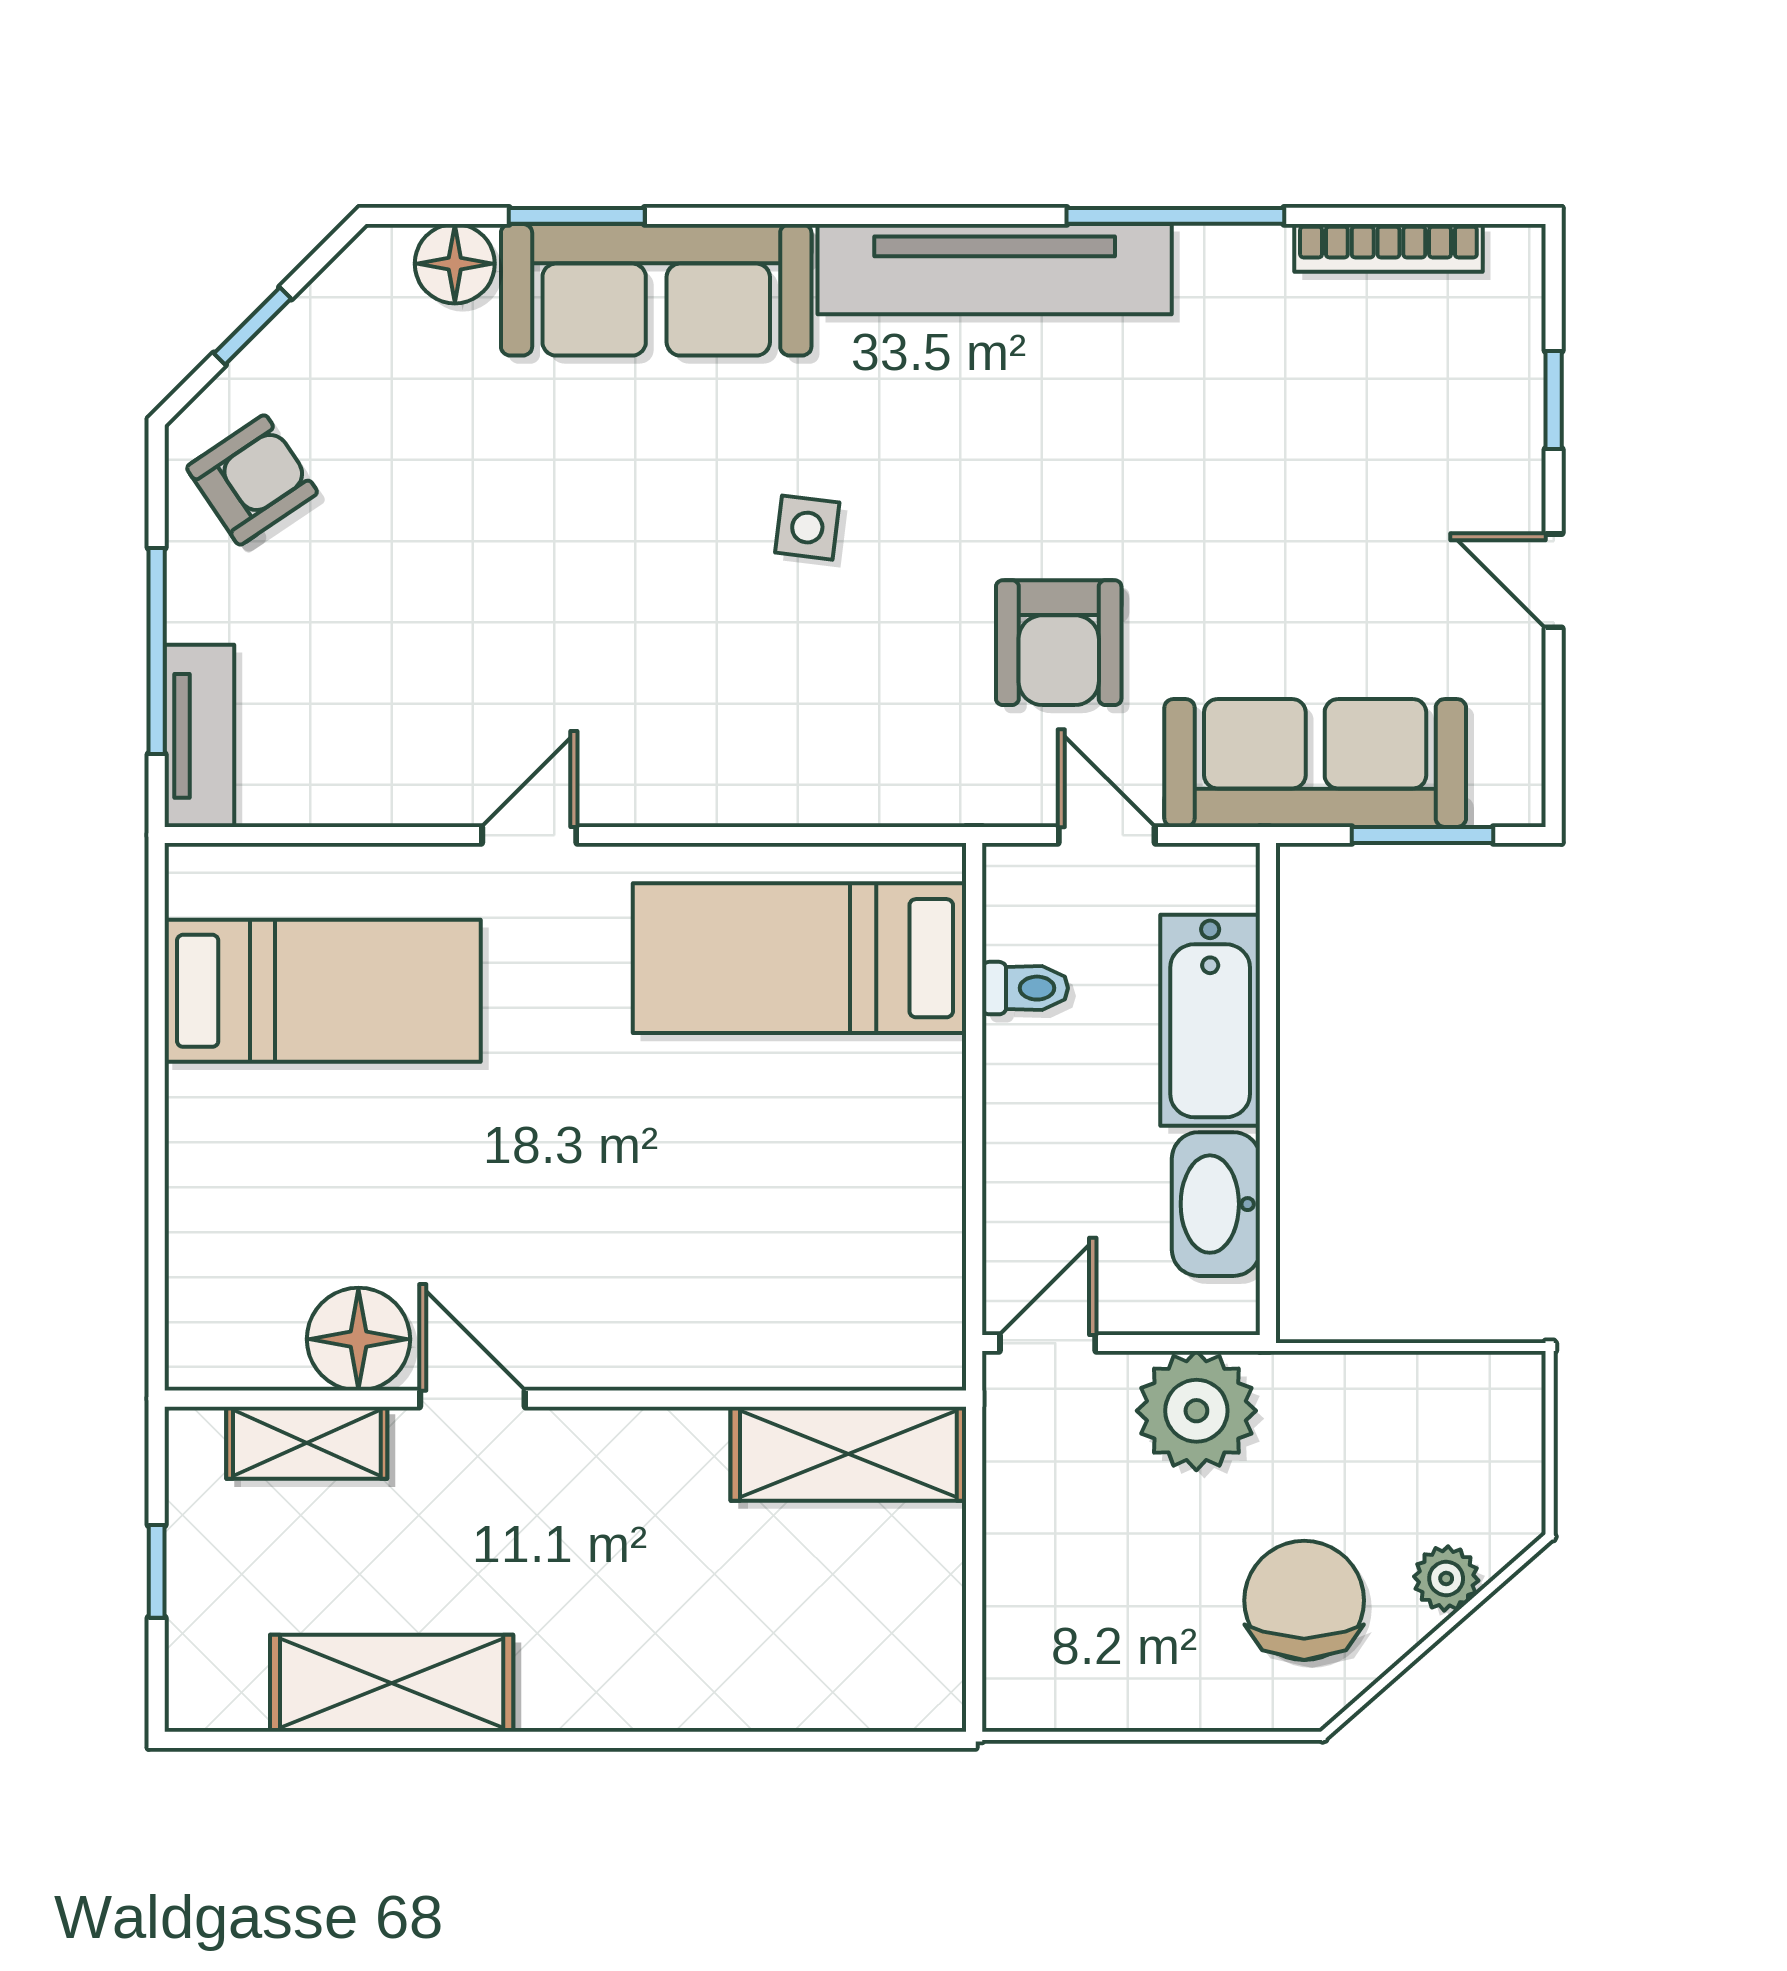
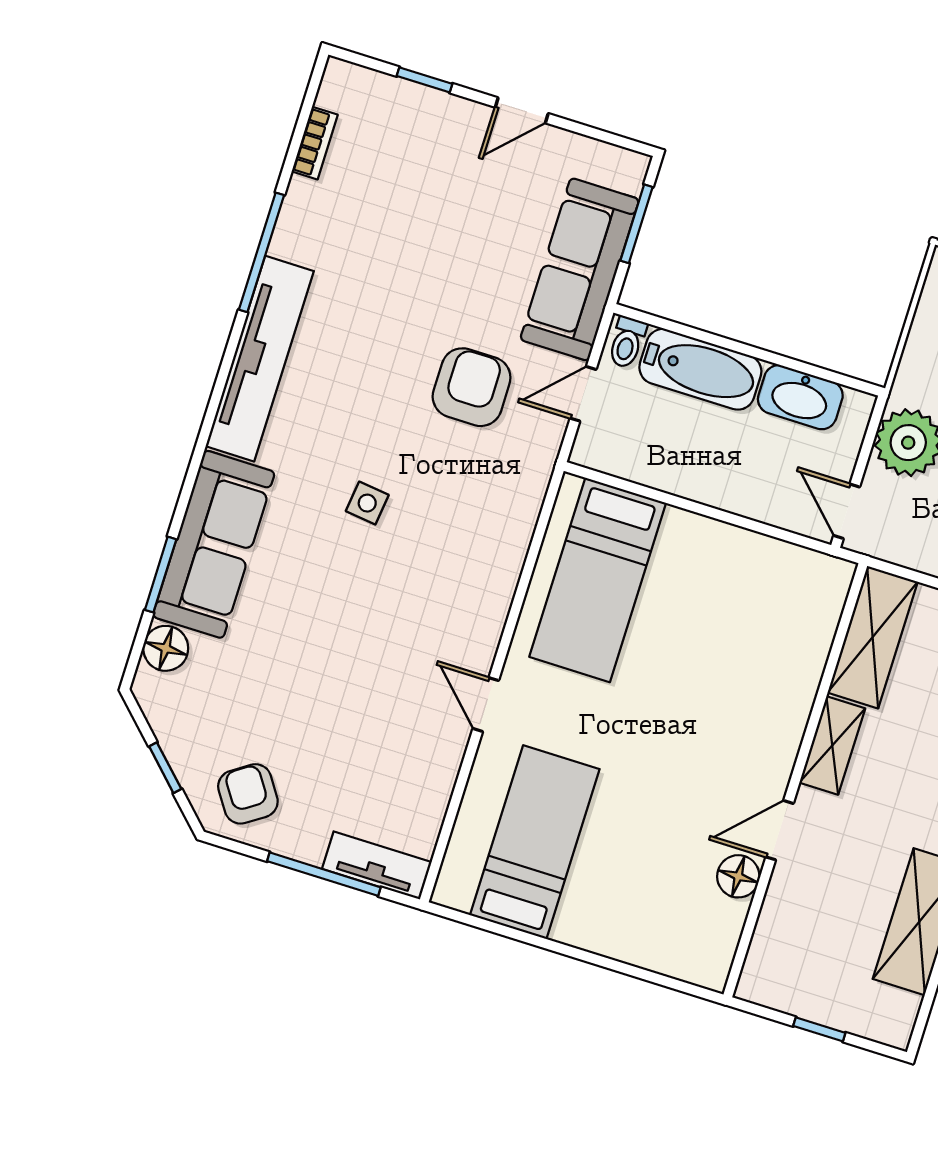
bookcase: (1388, 248) -> (315, 143), width x0.64
armchair: (1059, 643) -> (472, 387), turned -90
toilet: (1025, 988) -> (627, 342), moved, turned 180
floor lamp: (358, 1339) -> (738, 876), width x0.73, depth x0.73
shelving: (307, 1443) -> (832, 745), moved

